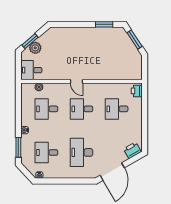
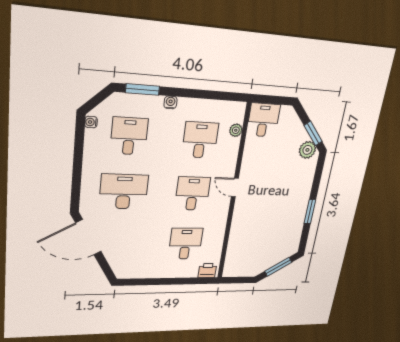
window: (104, 24) -> (310, 212), moved
window: (30, 41) -> (313, 133), moved
plant: (35, 48) -> (307, 150), moved
door: (76, 81) -> (235, 187), hinge flipped
printer: (132, 150) -> (120, 266), removed

